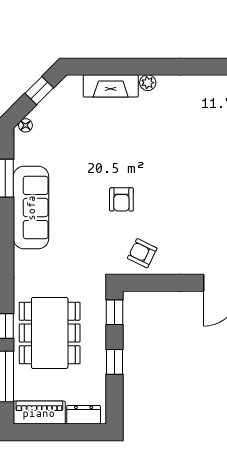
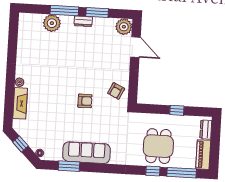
window: (114, 312) -> (149, 109), removed
dining table: (50, 333) -> (158, 146), width x0.73

